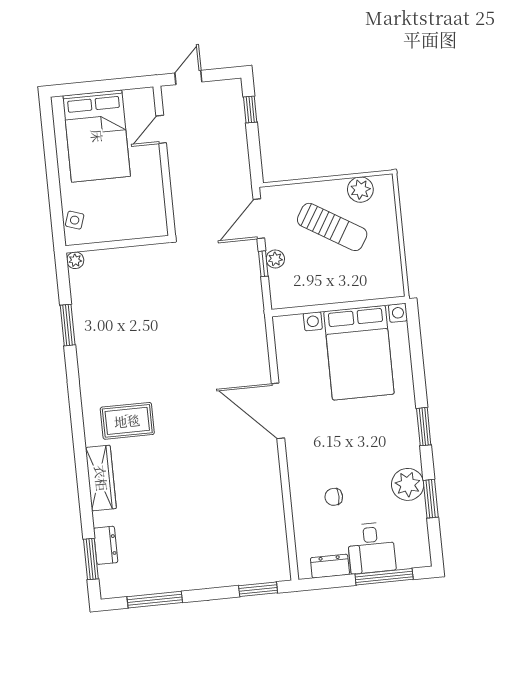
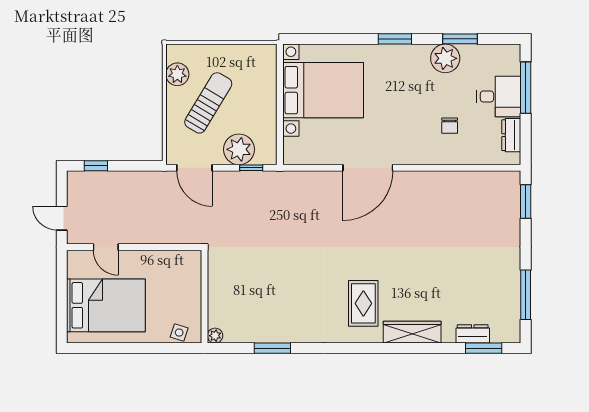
plant: (275, 259) -> (239, 149), width x1.87, depth x1.87
window: (263, 264) -> (251, 168), moved

